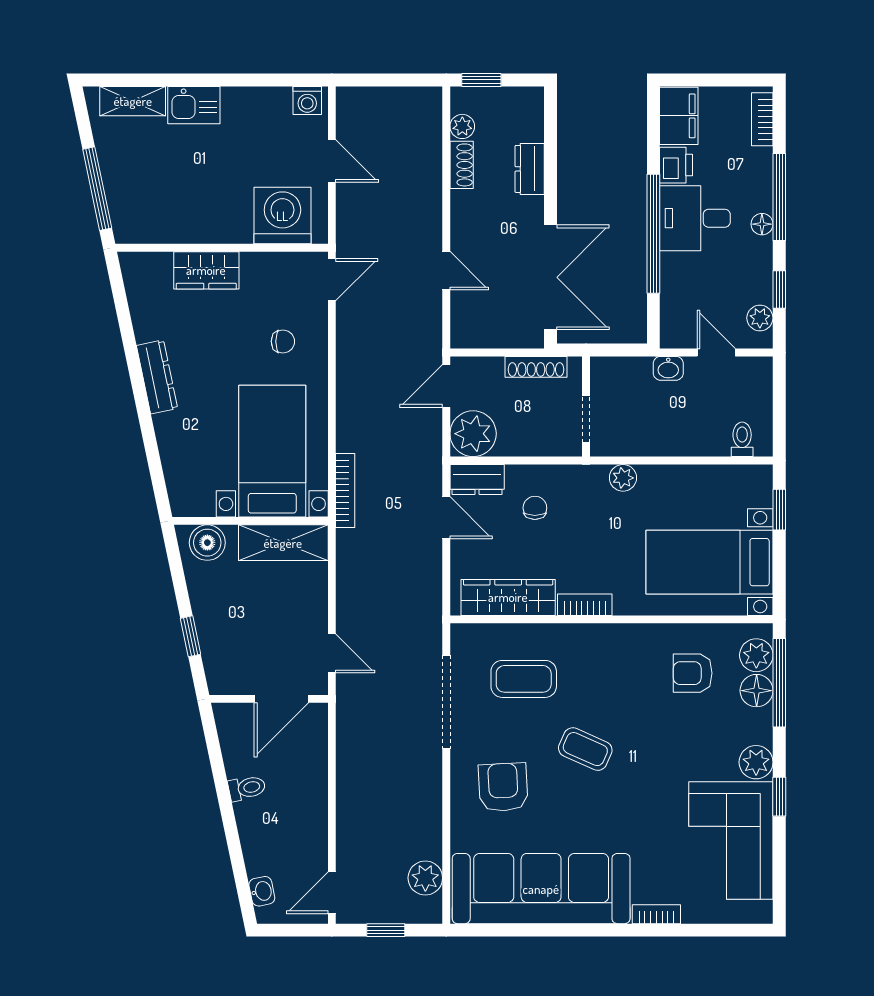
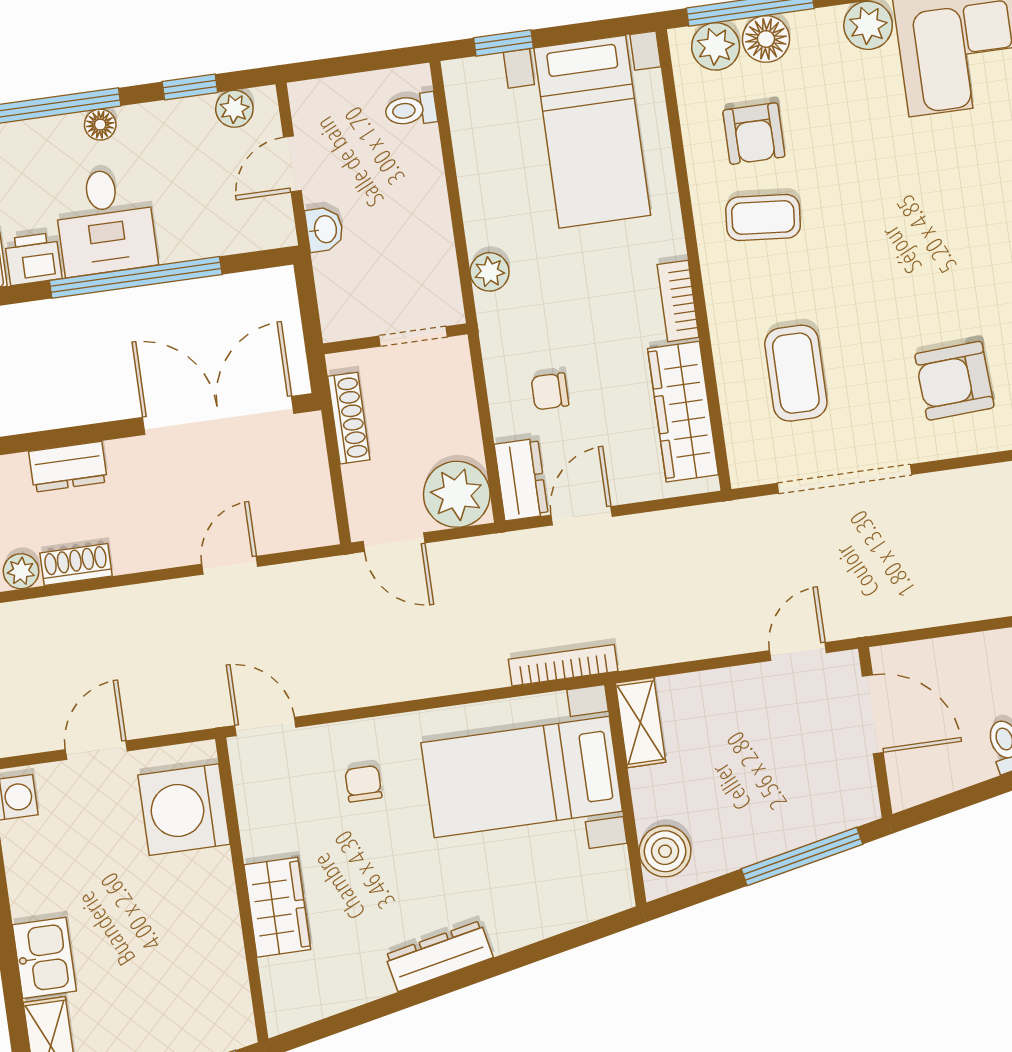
shelving: (283, 543) -> (641, 723), width x0.67, depth x0.75
window: (190, 636) -> (802, 856), width x2.17
coffee table: (585, 749) -> (763, 218), moved, turned 71

